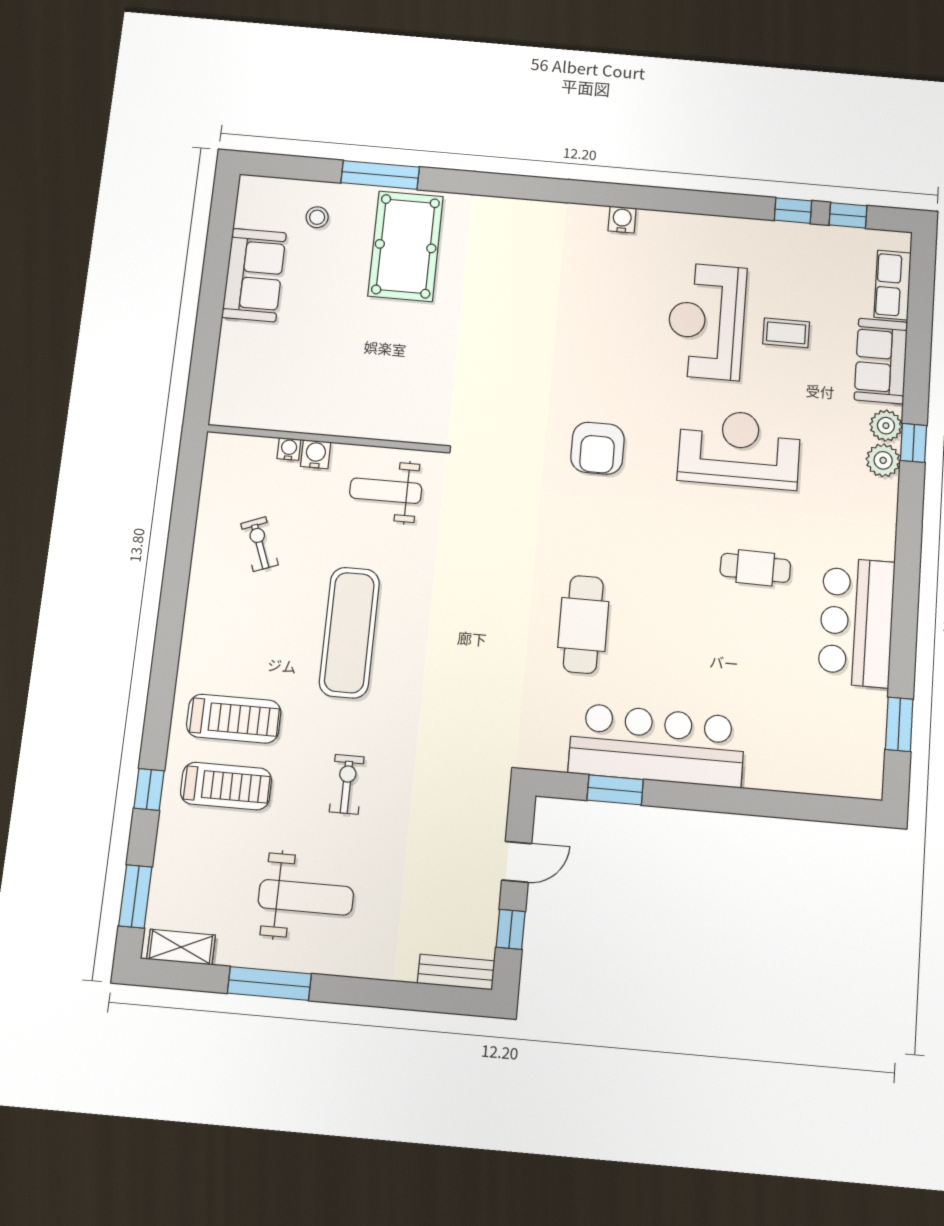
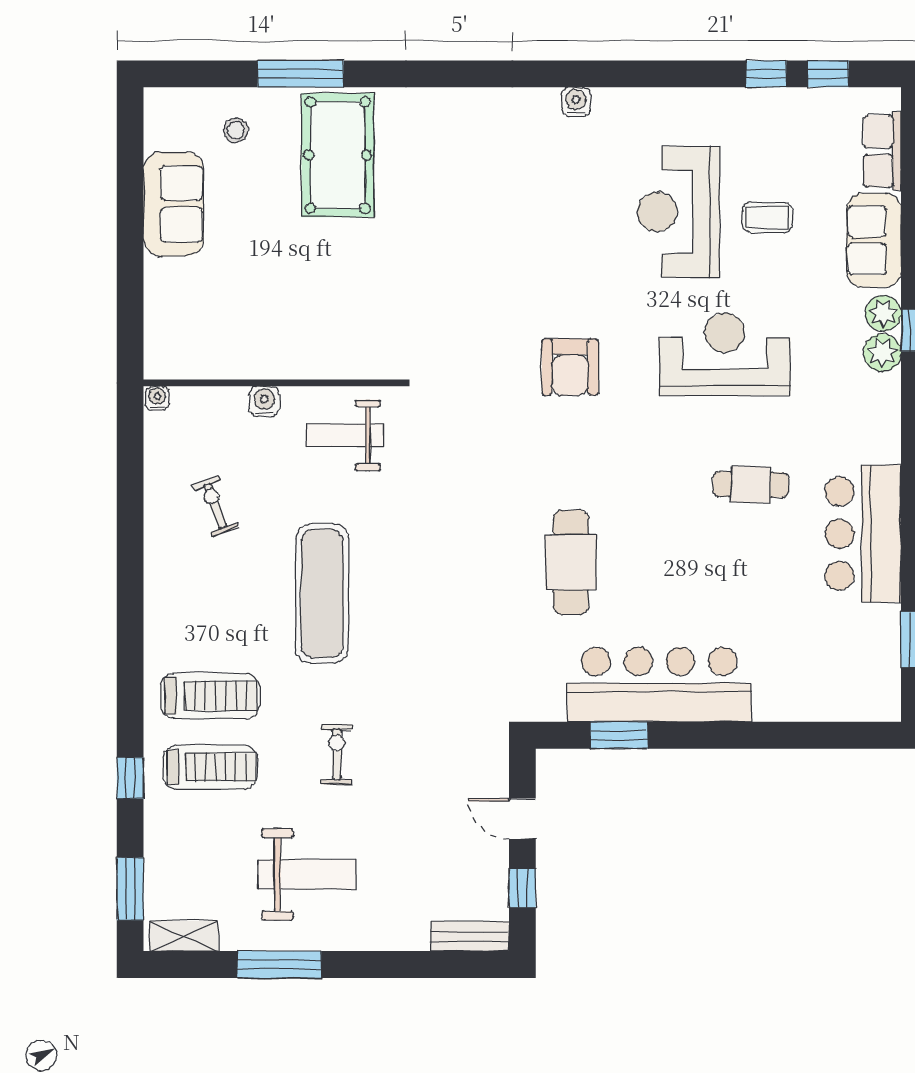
water cooler: (289, 449) -> (157, 398), moved
door: (517, 862) -> (522, 819), swing flipped

